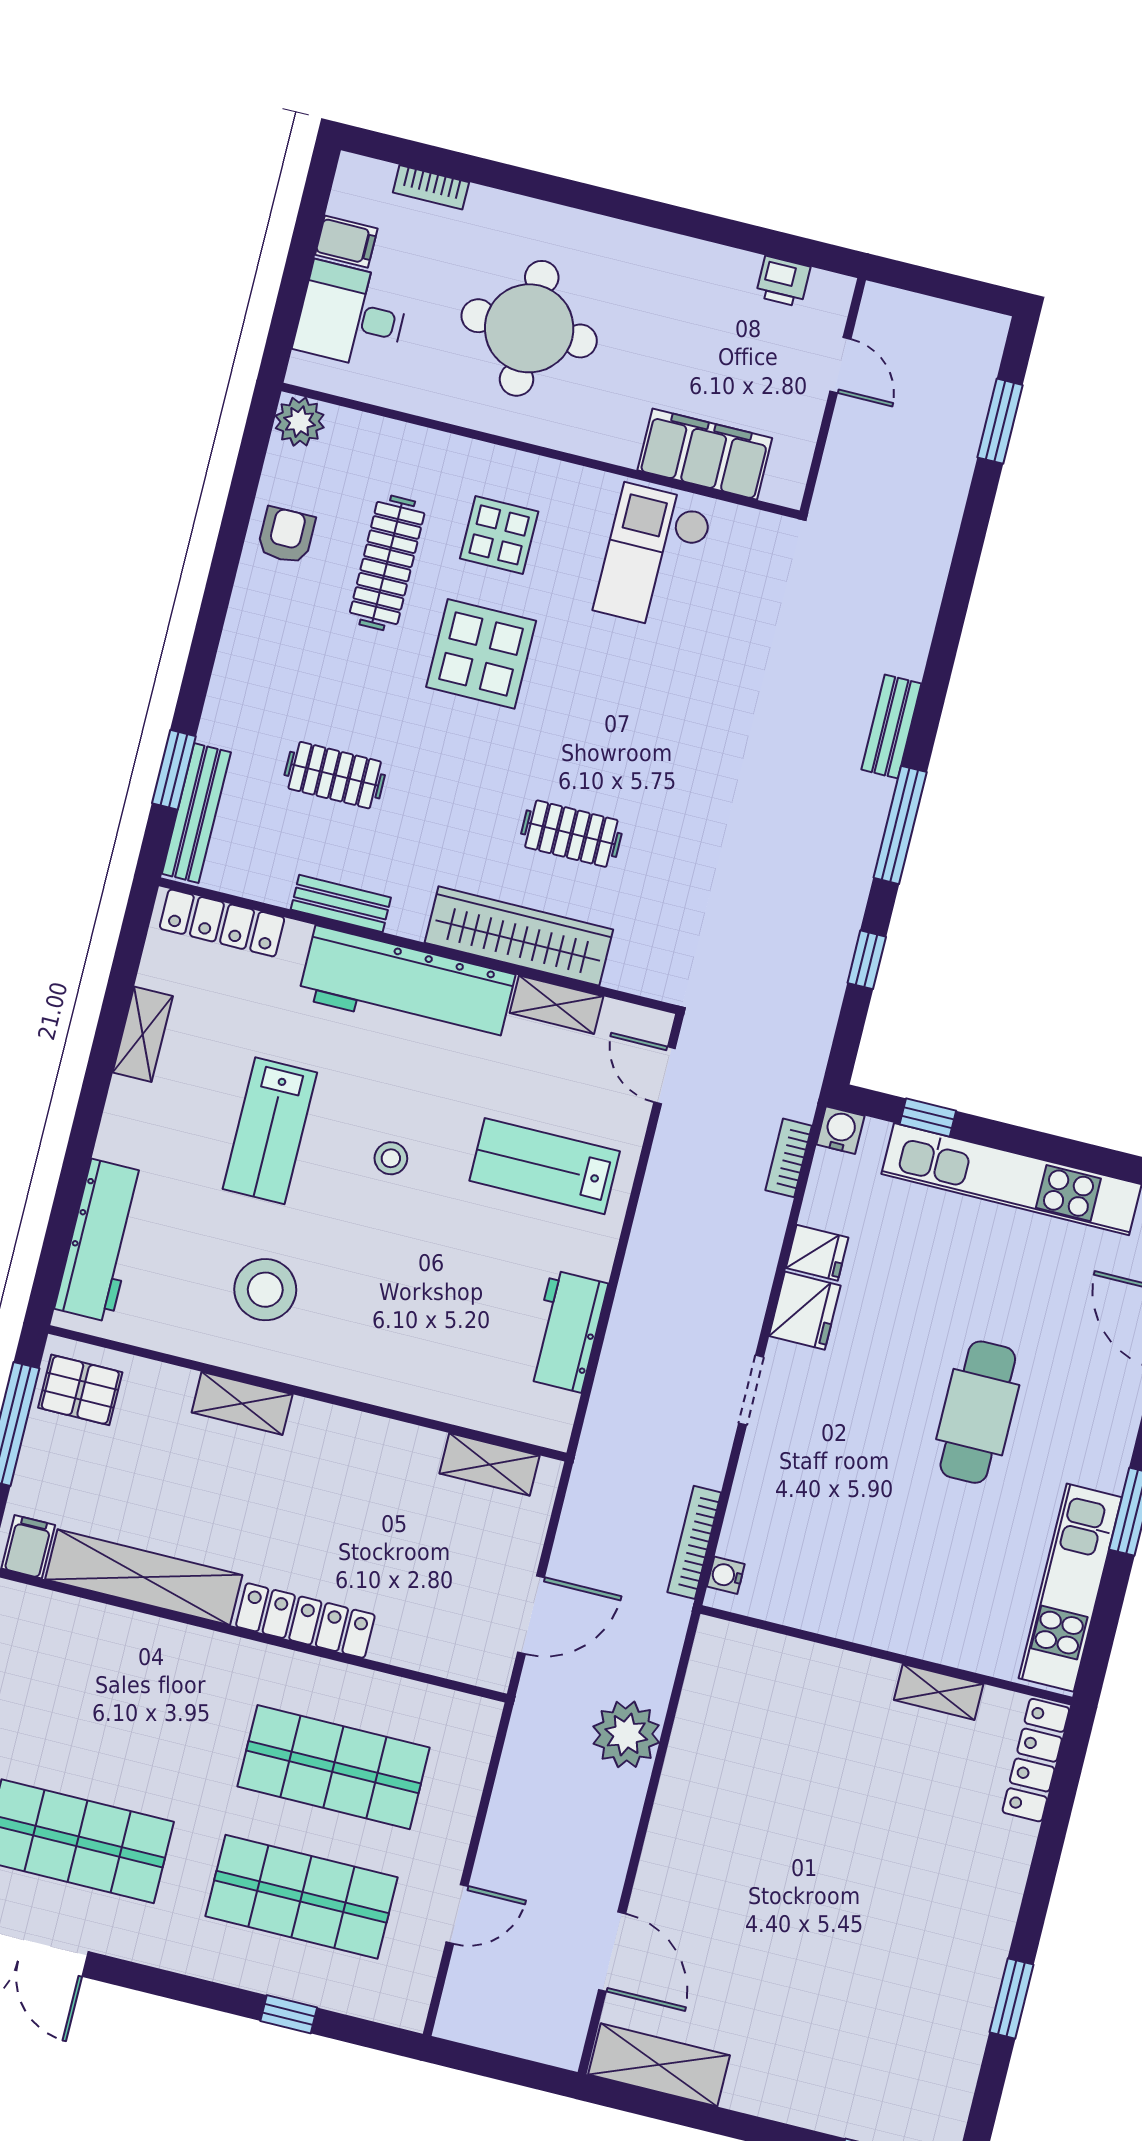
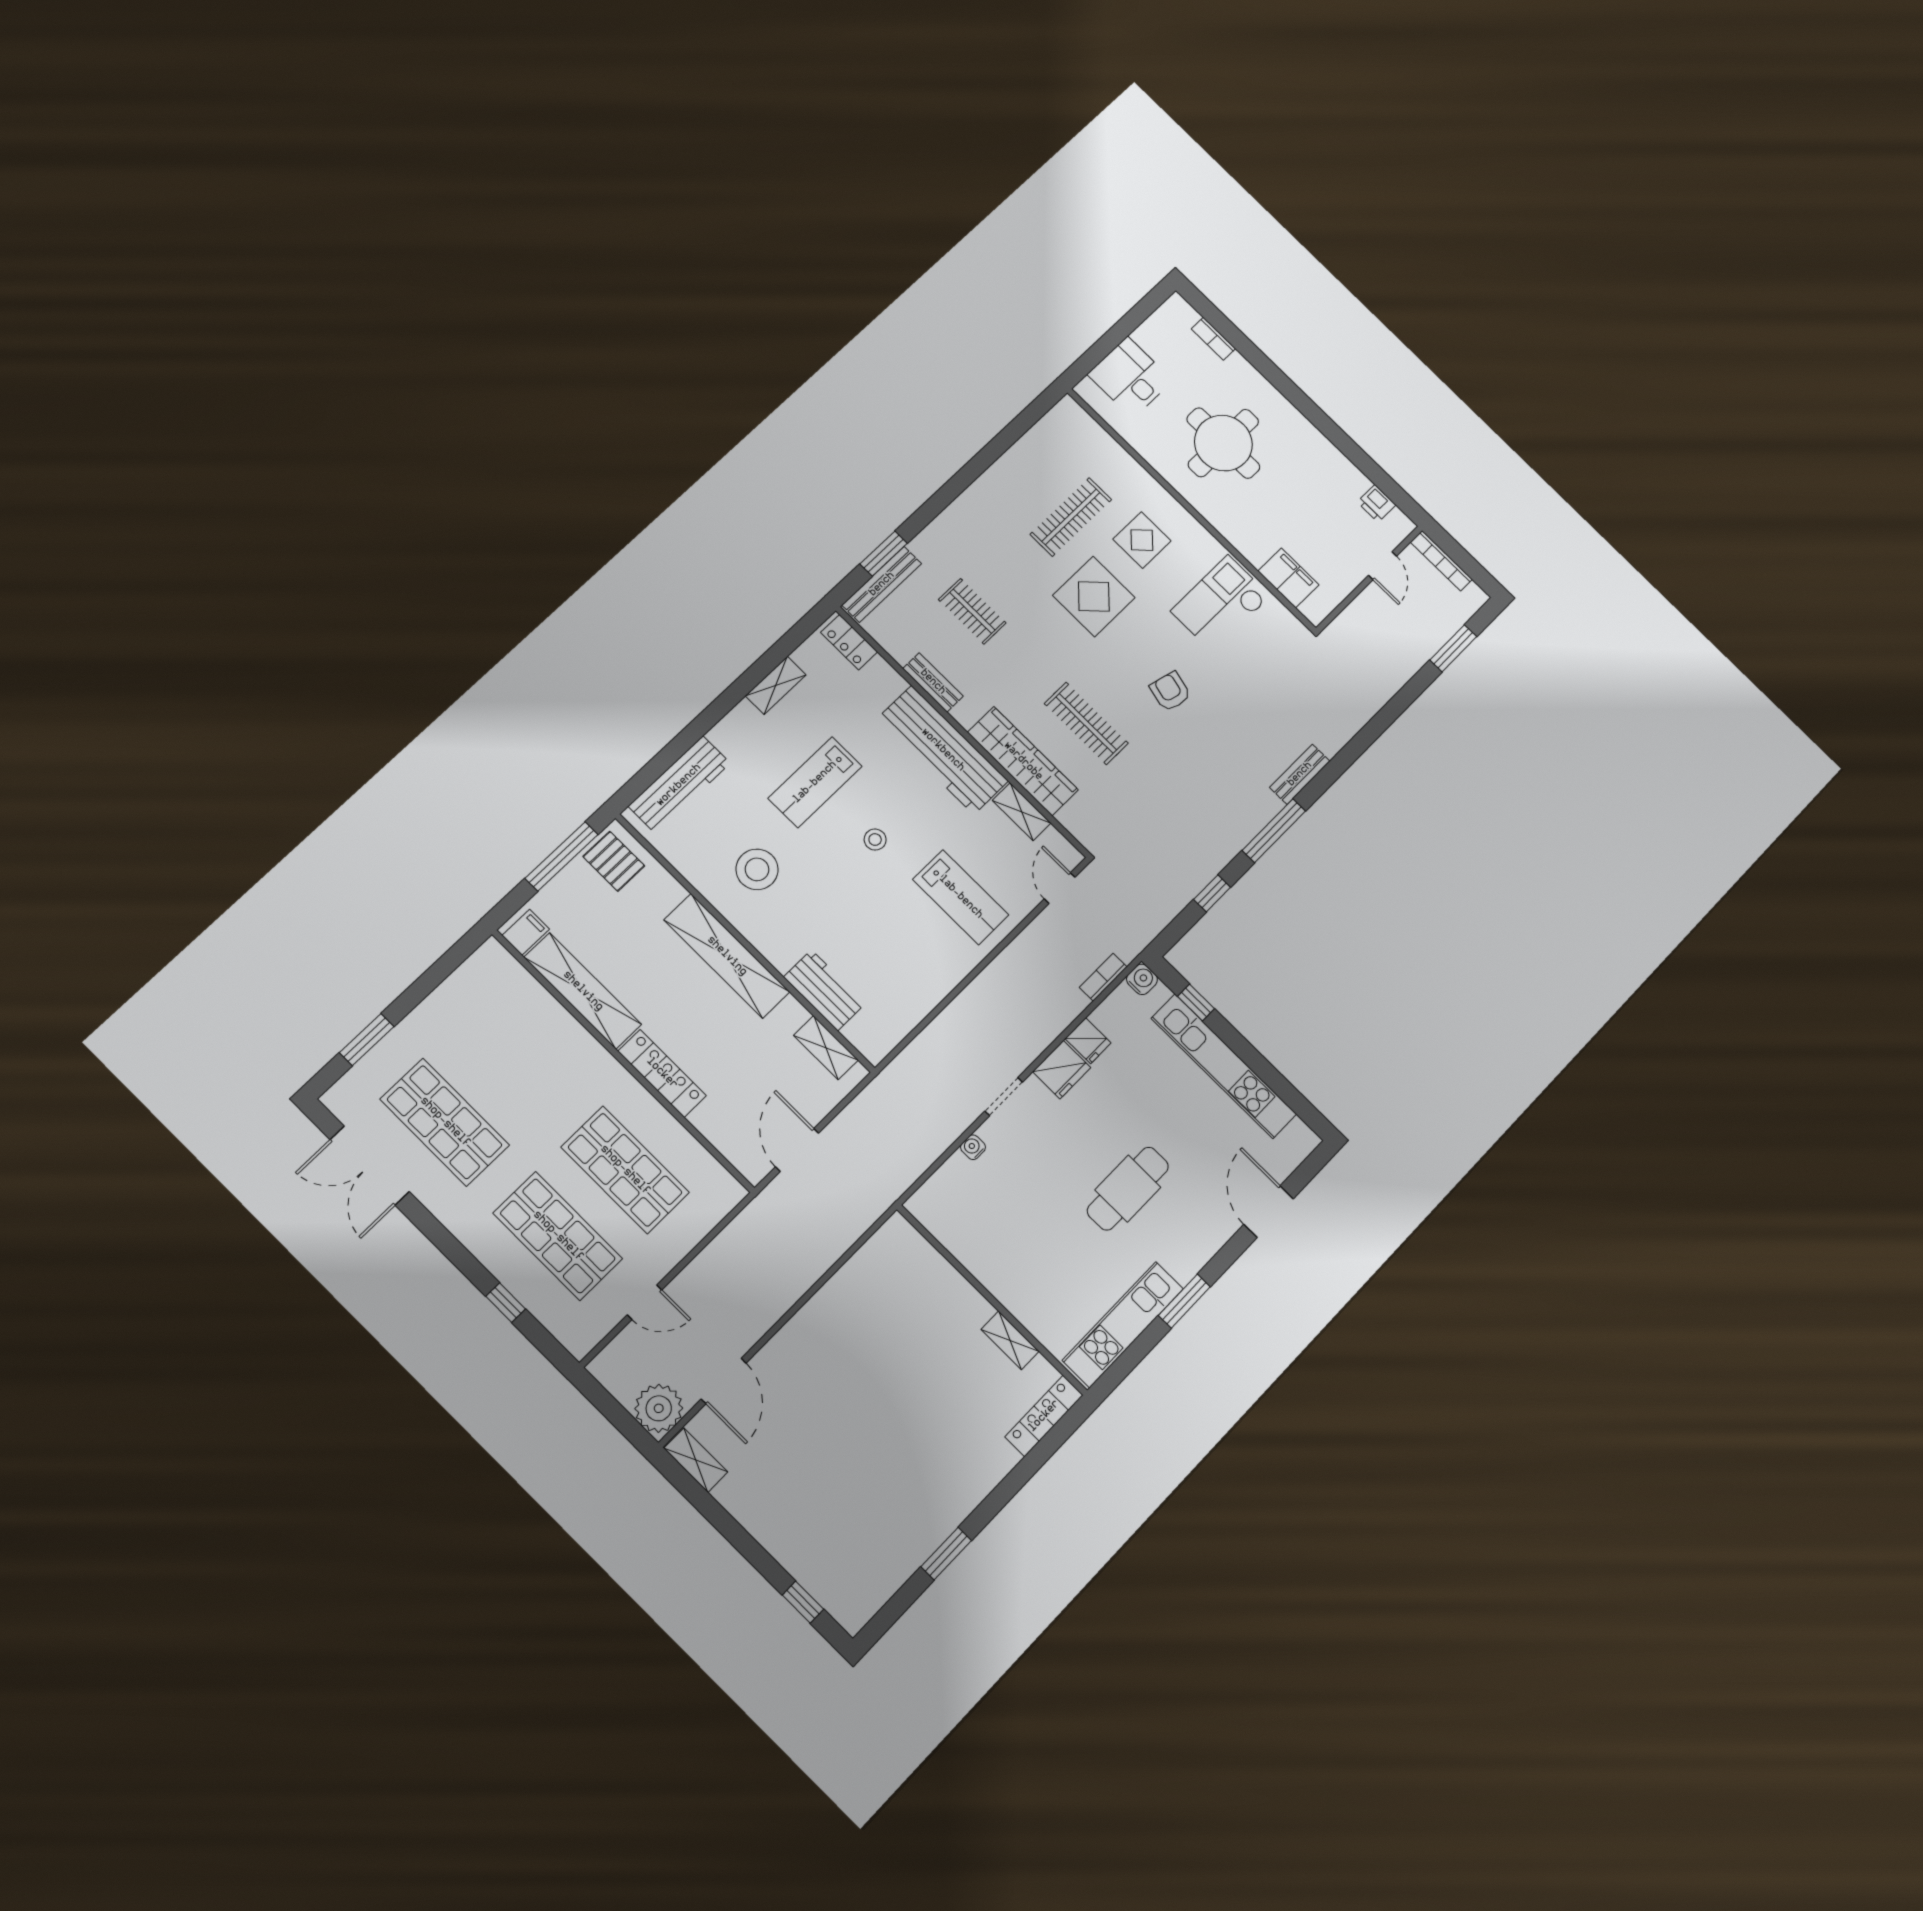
filing cabinet: (346, 242) -> (1150, 338), removed
plant: (300, 422) -> (1068, 414), removed
filing cabinet: (705, 454) -> (1288, 578), width x0.67, depth x0.86
armchair: (286, 535) -> (1170, 691), moved, turned -76
clothes rail: (571, 834) -> (1086, 723), width x1.36
locker: (222, 923) -> (849, 642), width x0.66
lab bench: (545, 1166) -> (961, 897), turned 180
workbench: (567, 1331) -> (824, 990), moved, turned 90
shelving: (242, 1403) -> (727, 956), width x2.20, depth x1.33
bookcase: (694, 1542) -> (1441, 561), moved, turned -90
water cooler: (726, 1575) -> (973, 1147), moved
door: (531, 1615) -> (797, 1150), swing flipped
plant: (626, 1734) -> (659, 1408), moved
shelving: (659, 2065) -> (696, 1460), width x0.67, depth x0.75

